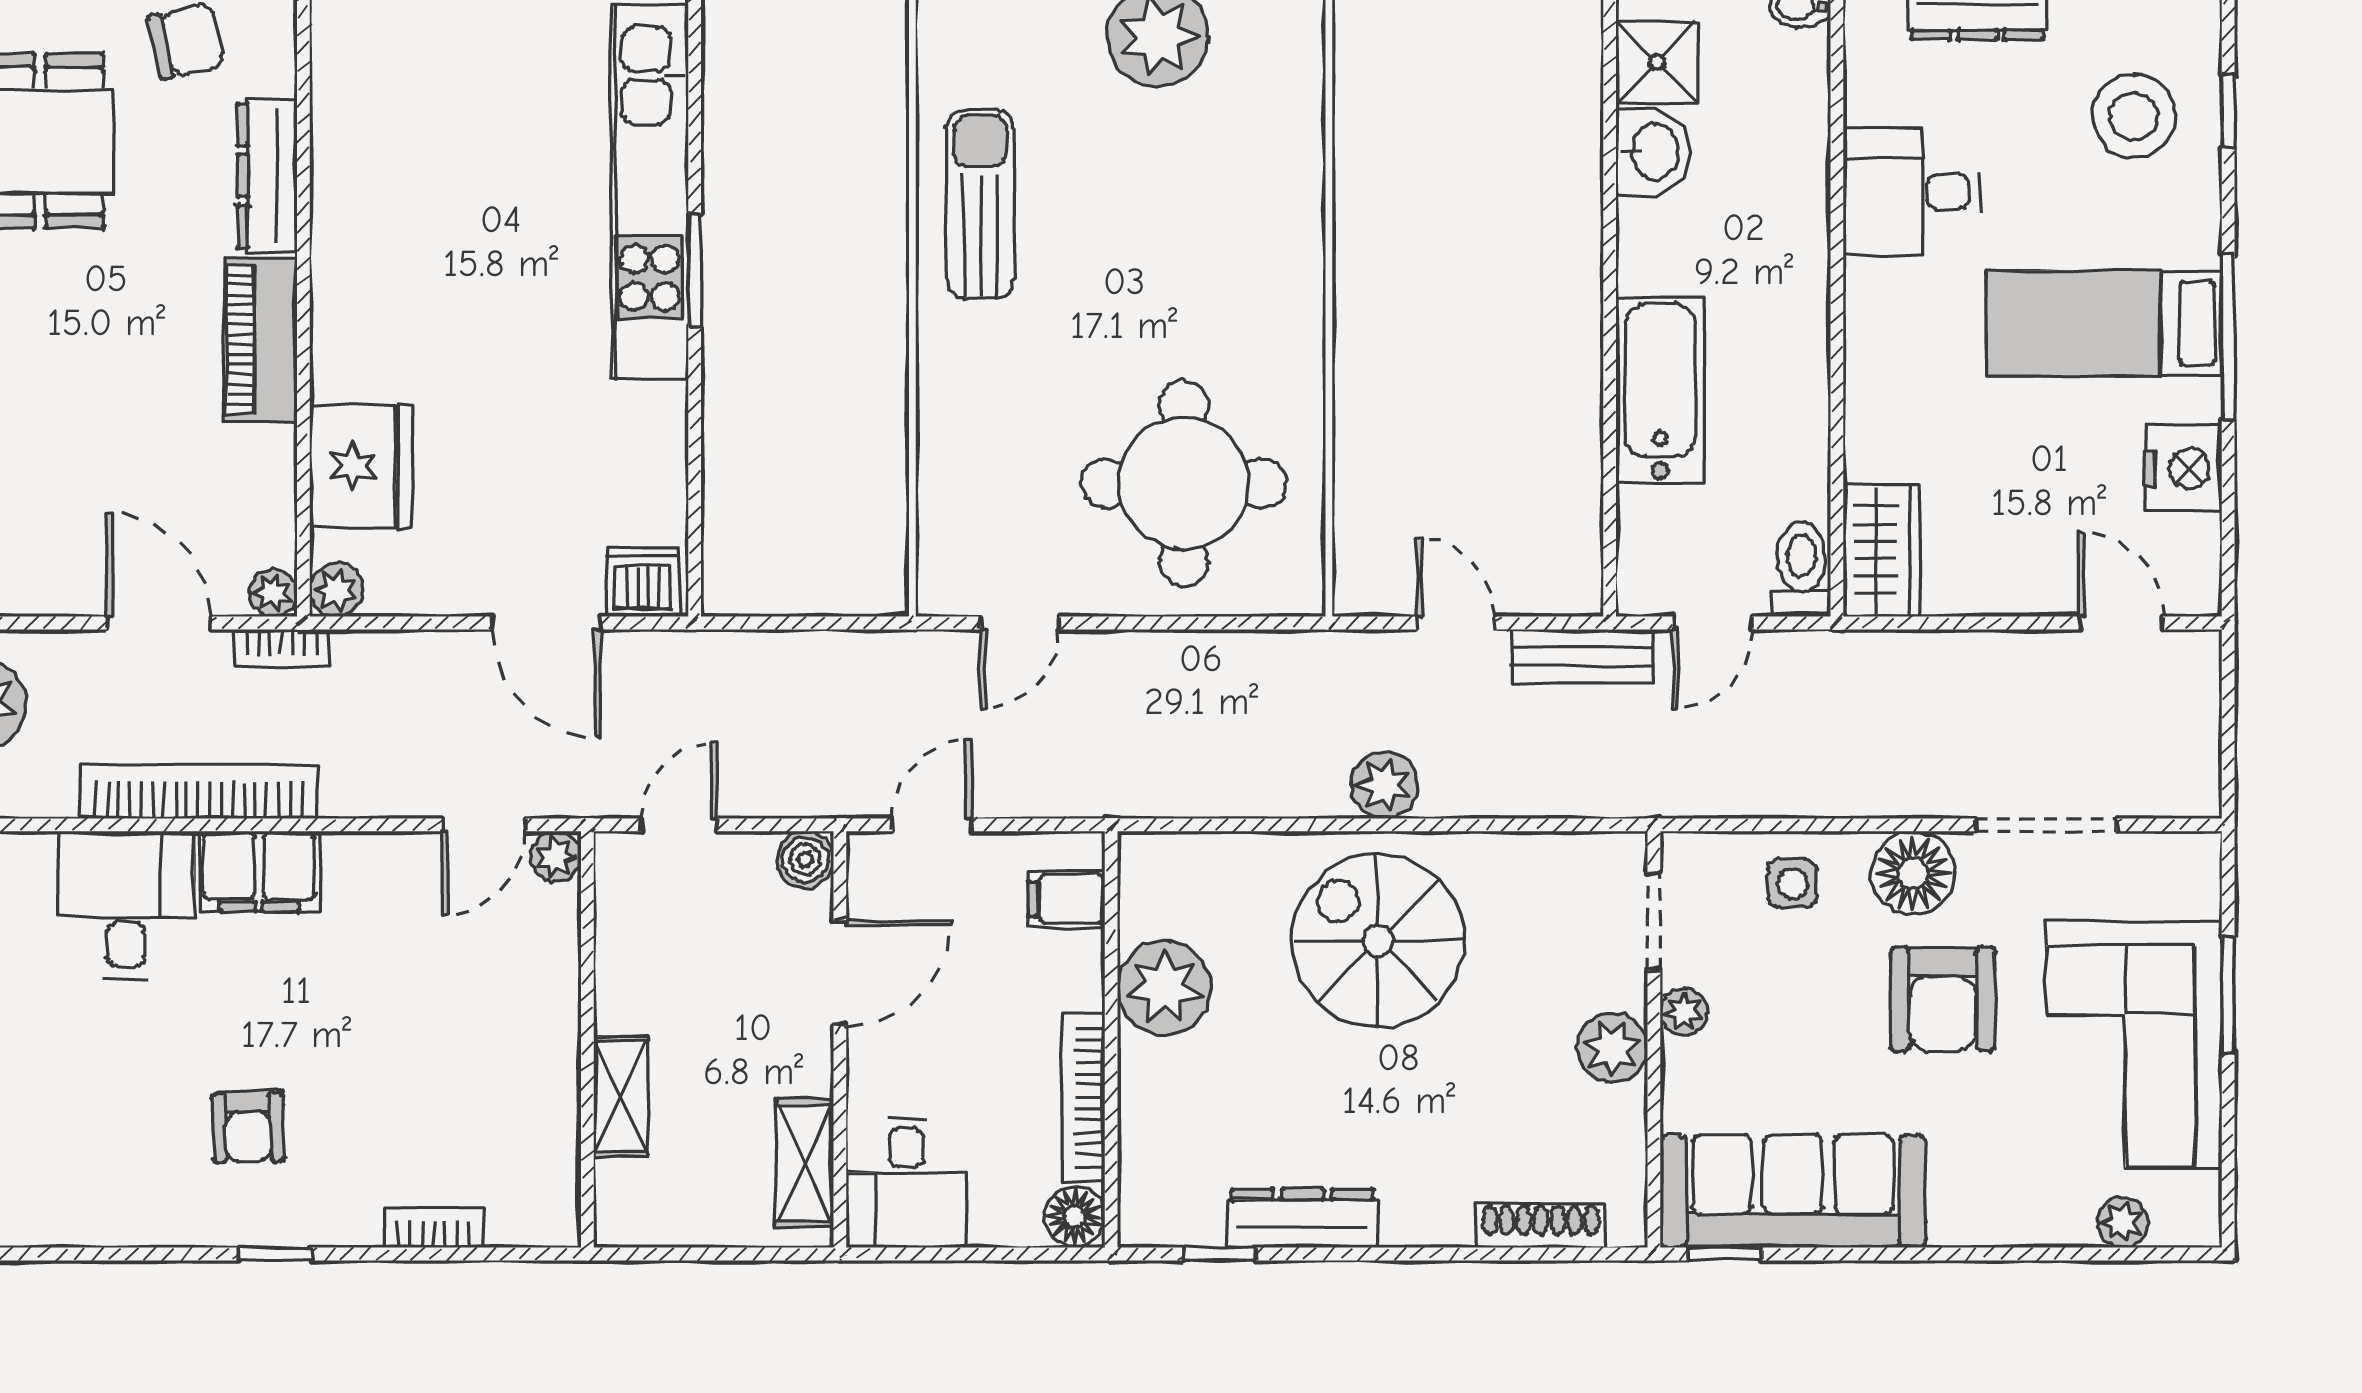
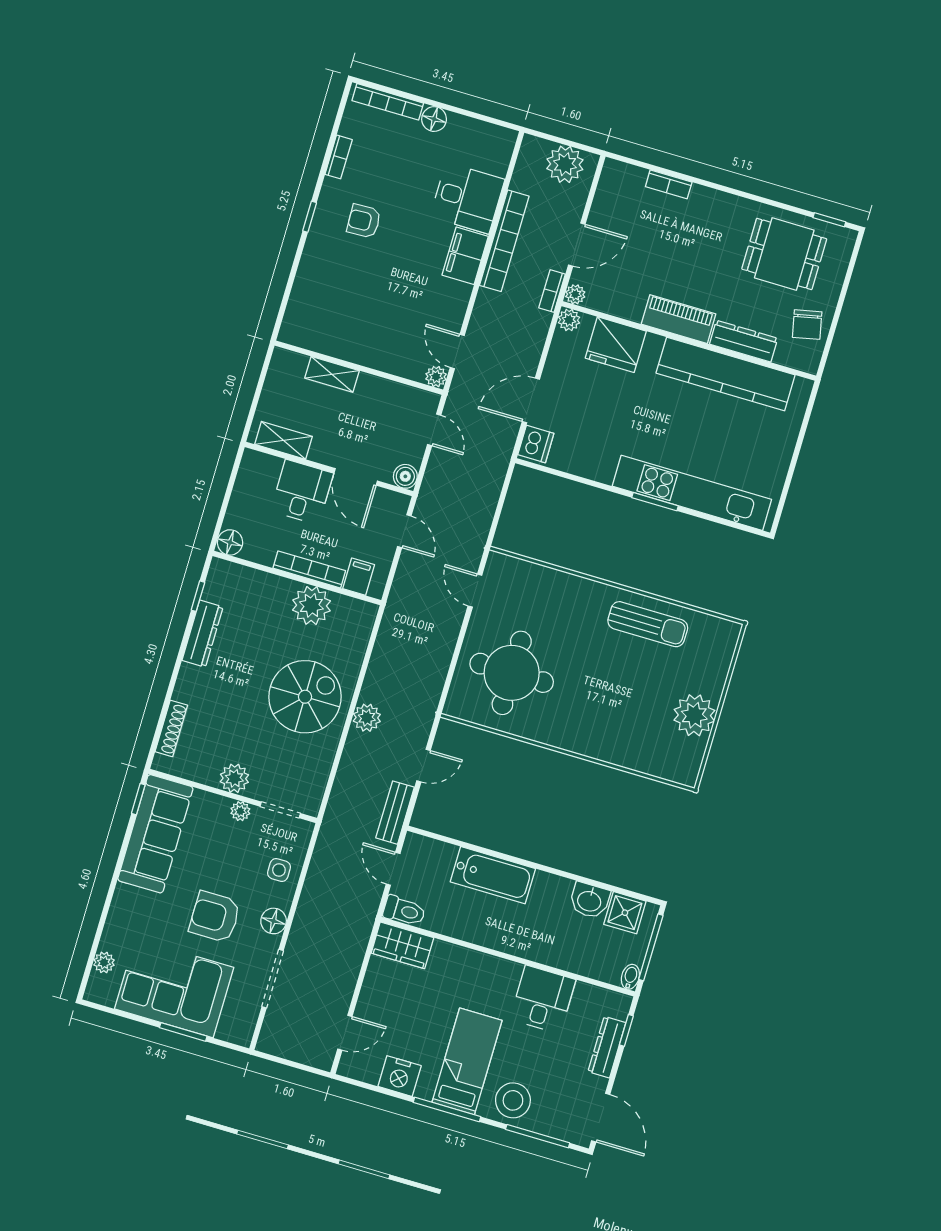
window: (2228, 112) -> (538, 1136), width x2.17
stool: (2134, 116) -> (513, 1100), moved
kitchen counter: (355, 195) -> (726, 374), added
floor lamp: (1913, 873) -> (274, 921), width x0.73, depth x0.73
bookcase: (1083, 1097) -> (309, 569), moved
desk: (906, 1183) -> (302, 492), moved, turned 90
bookcase: (433, 1228) -> (339, 157), moved

